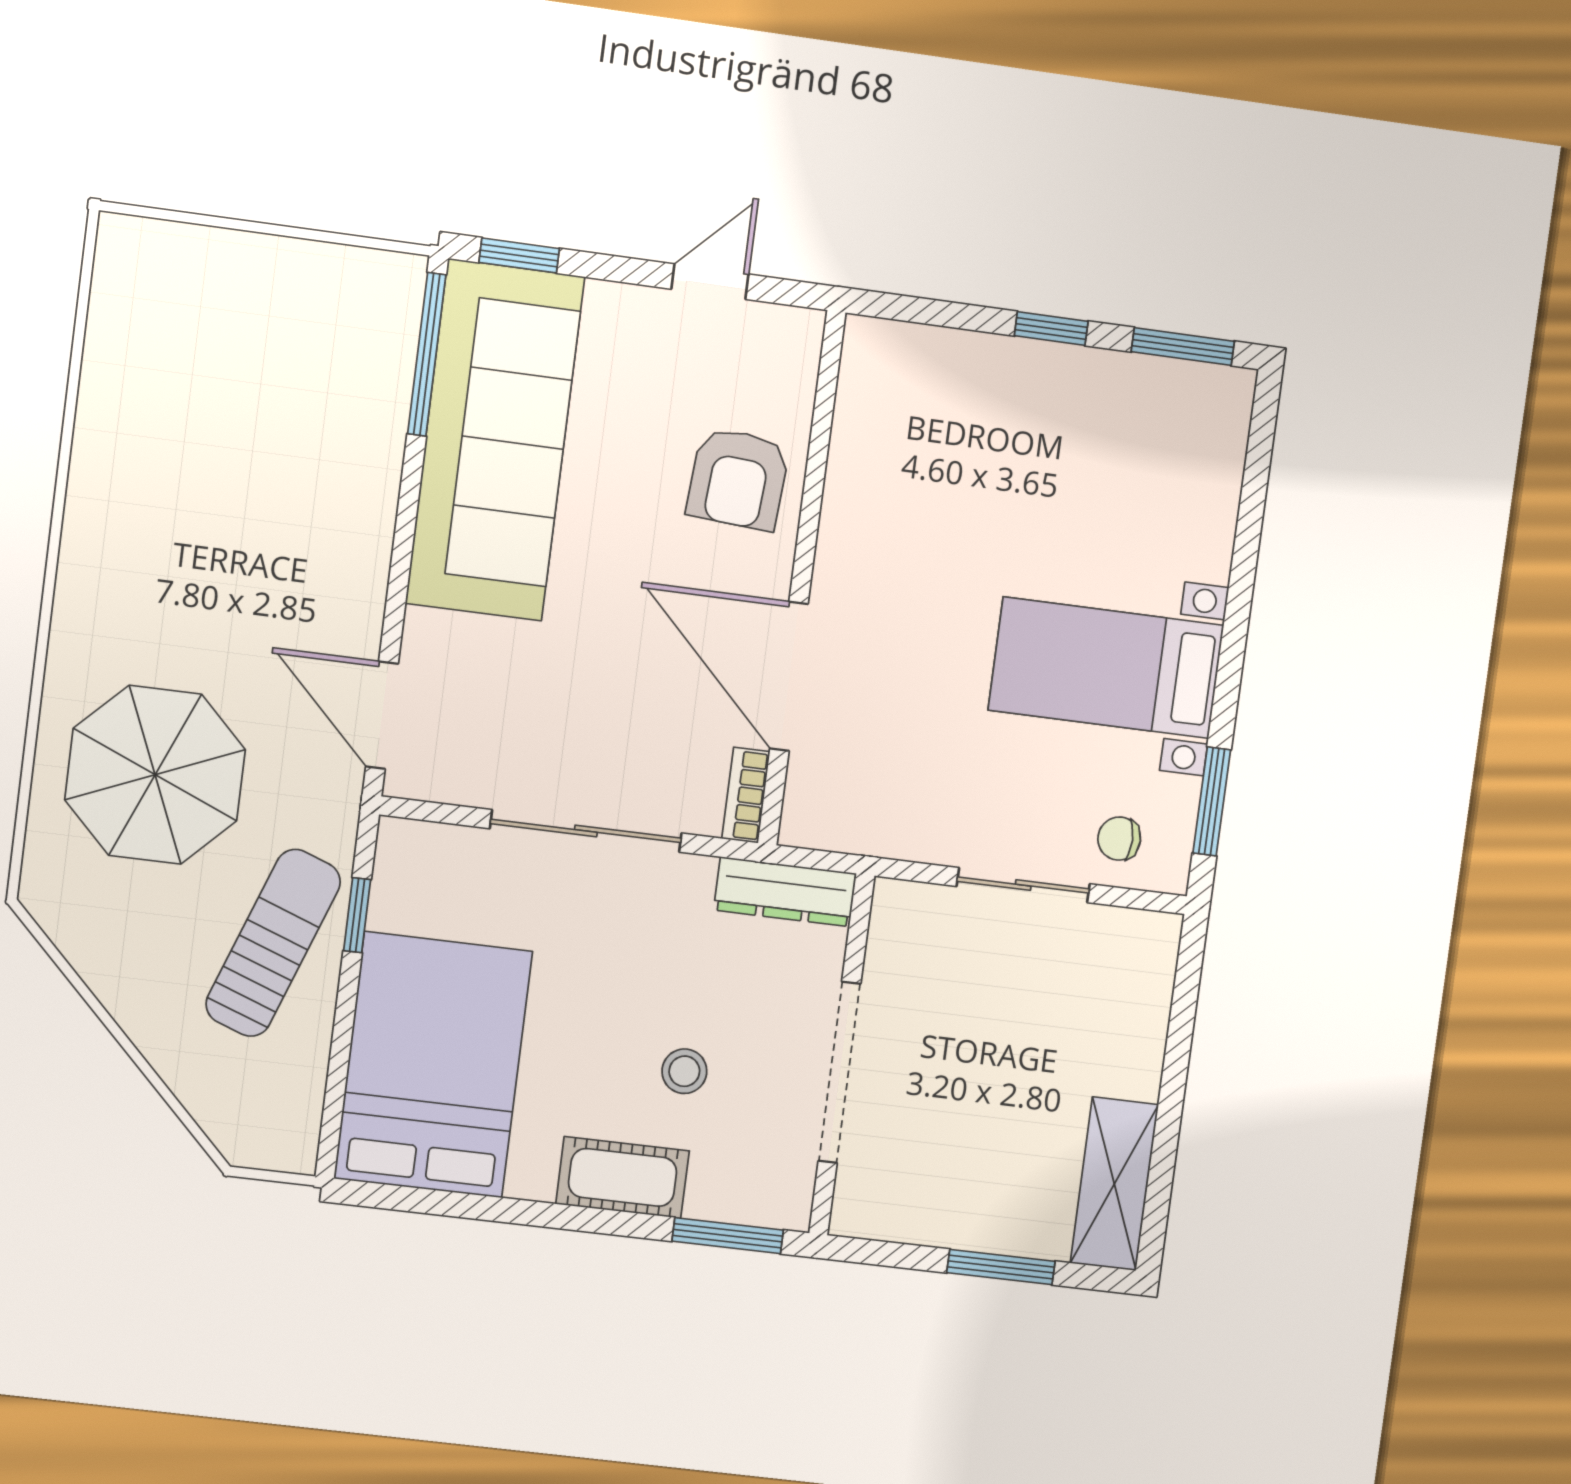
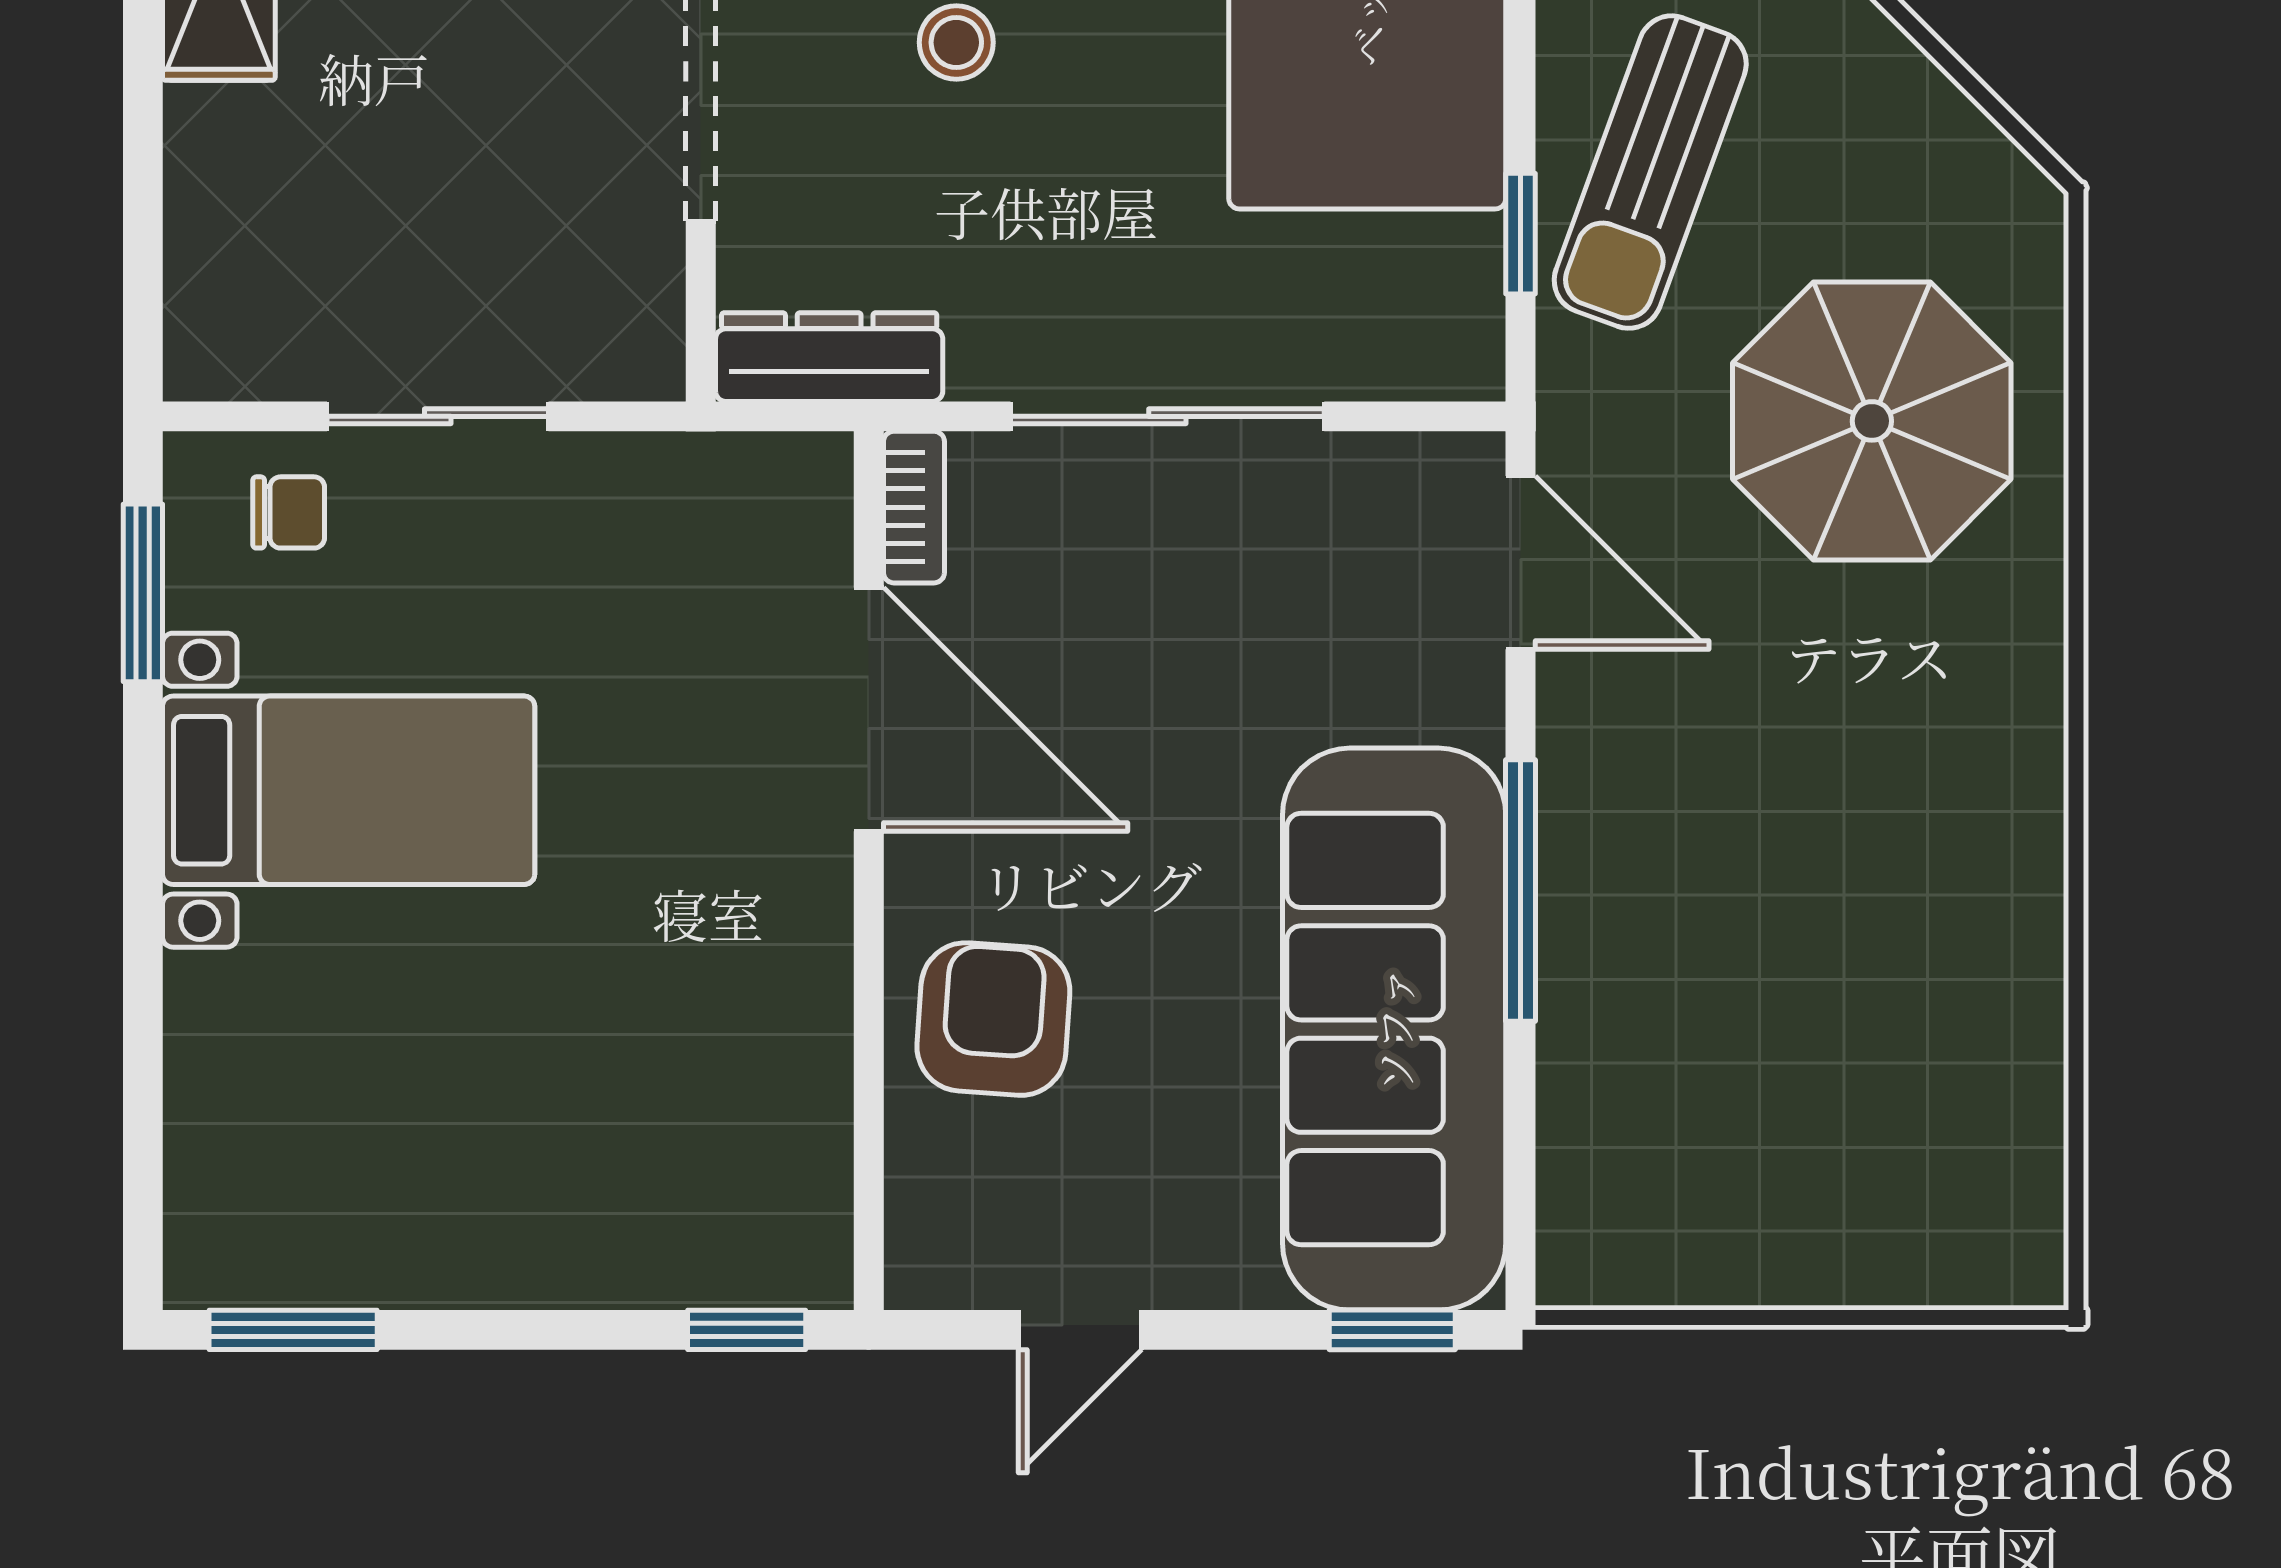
window: (1051, 329) -> (747, 1330), moved
window: (427, 354) -> (1521, 890), moved

